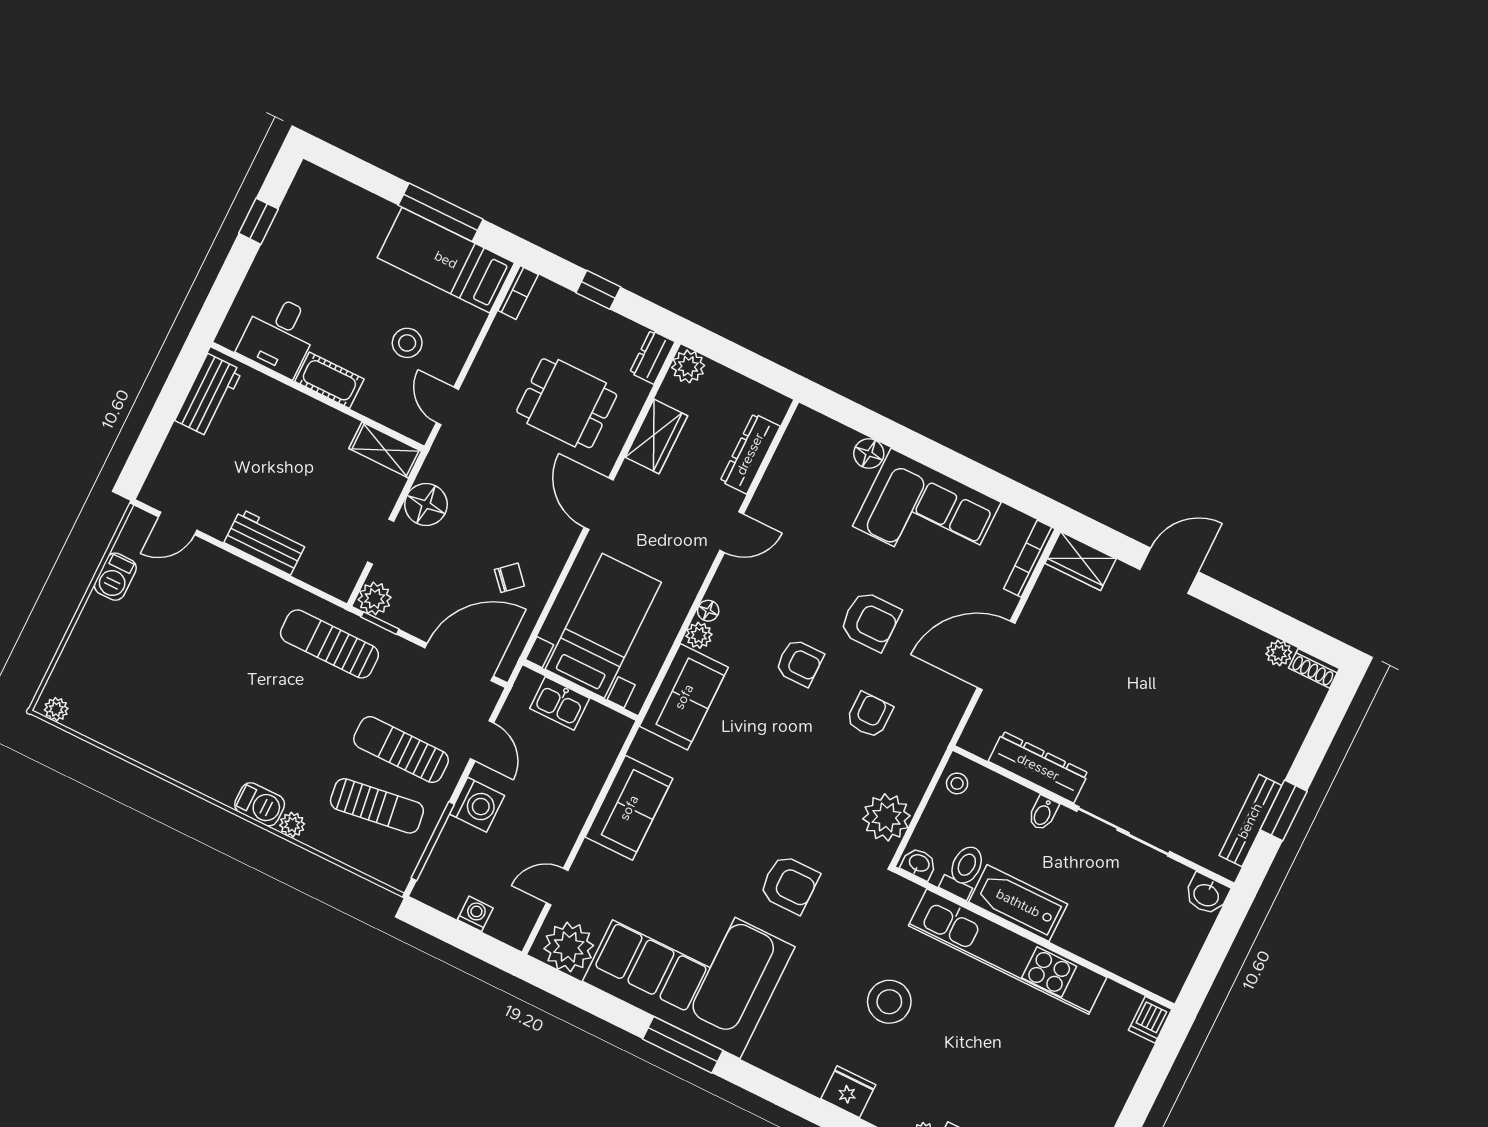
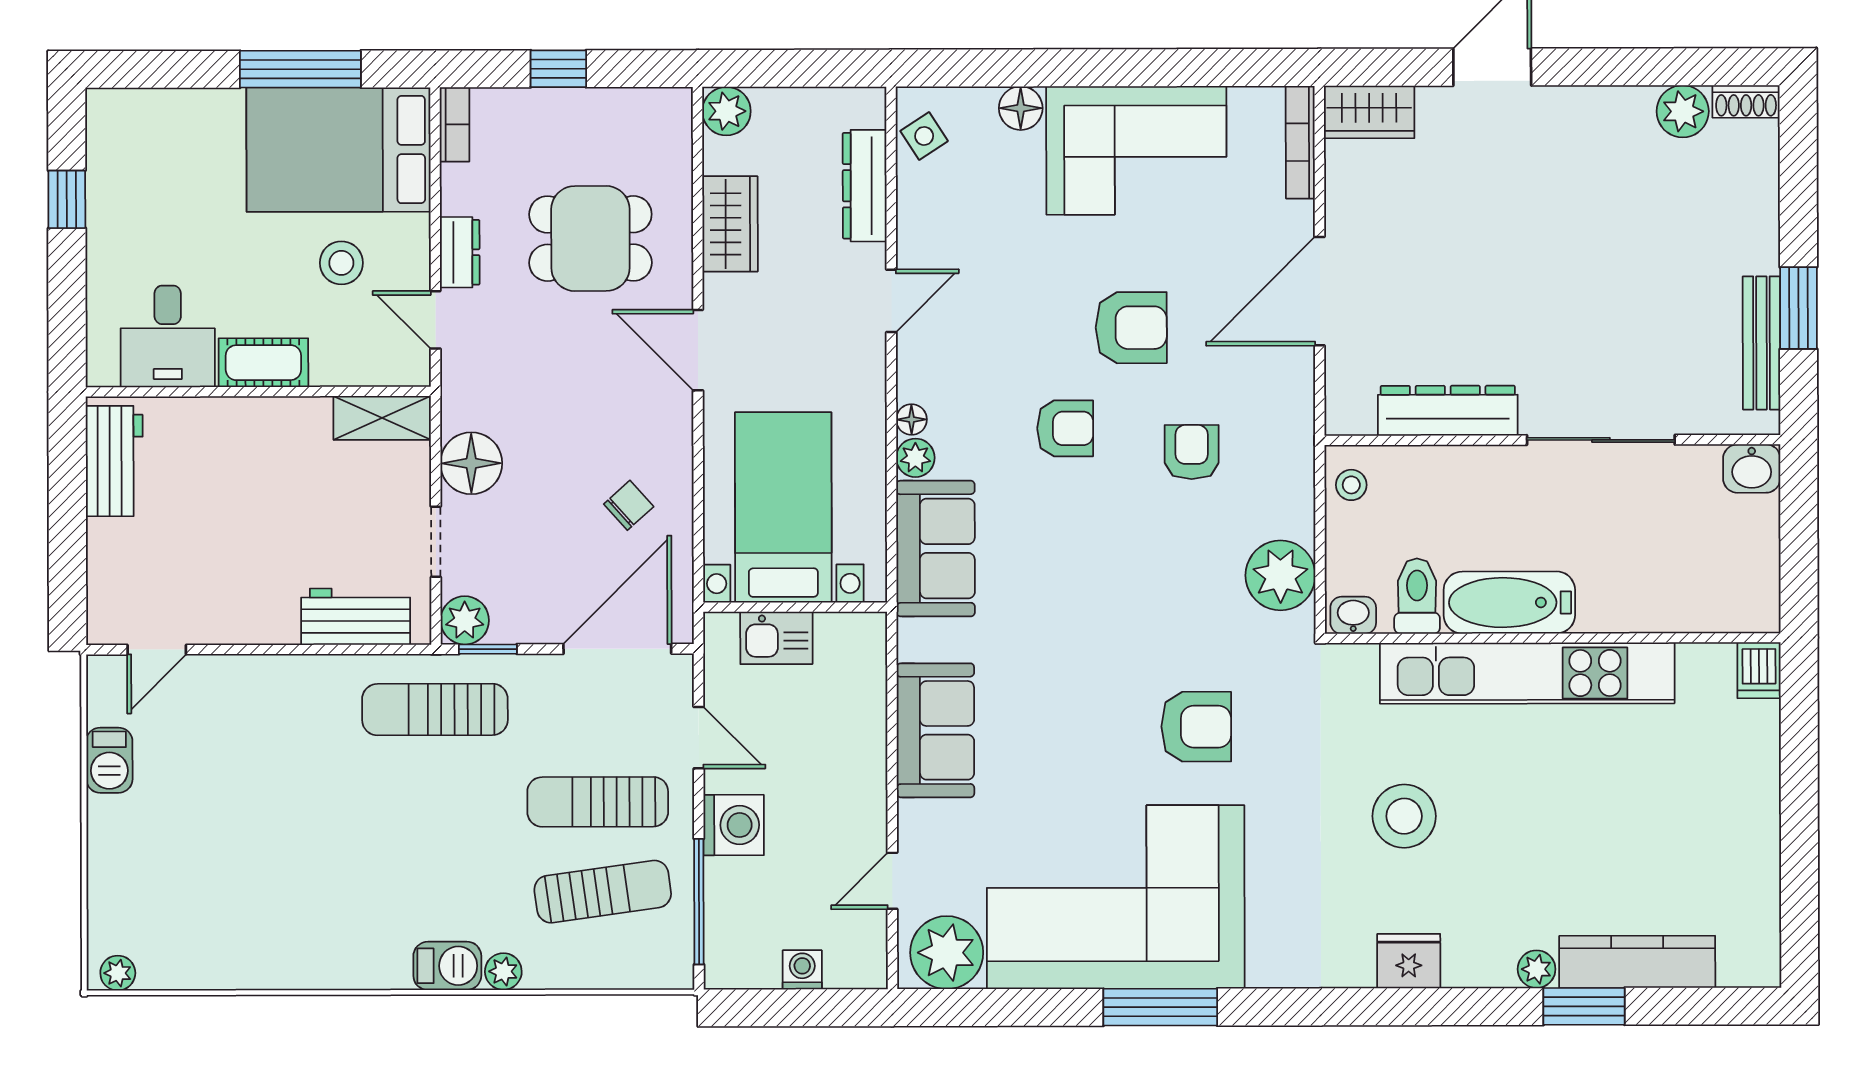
bed: (446, 260) -> (339, 150), width x1.50
dresser: (652, 357) -> (460, 252), moved, turned 180
side table: (801, 441) -> (924, 136), added
workbench: (266, 542) -> (356, 617), moved
plant: (1279, 653) -> (1683, 111), width x1.38, depth x1.38
bidet: (1043, 813) -> (1484, 468), removed

